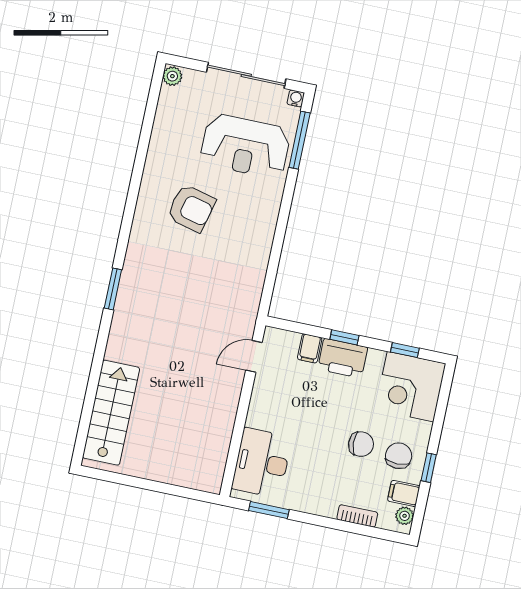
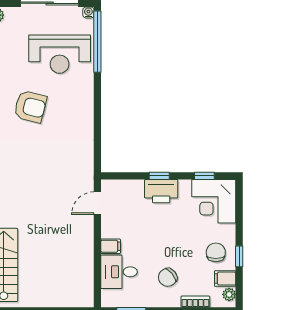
window: (300, 140) -> (97, 42), width x1.46
filing cabinet: (310, 348) -> (111, 246), moved, turned -90
chair: (361, 444) -> (168, 277), moved, turned 144
desk: (262, 463) -> (119, 272), width x0.73

